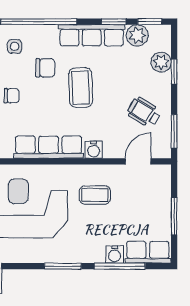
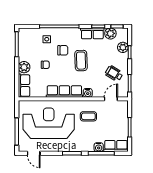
row of seats: (92, 35) -> (92, 33), width x0.68

